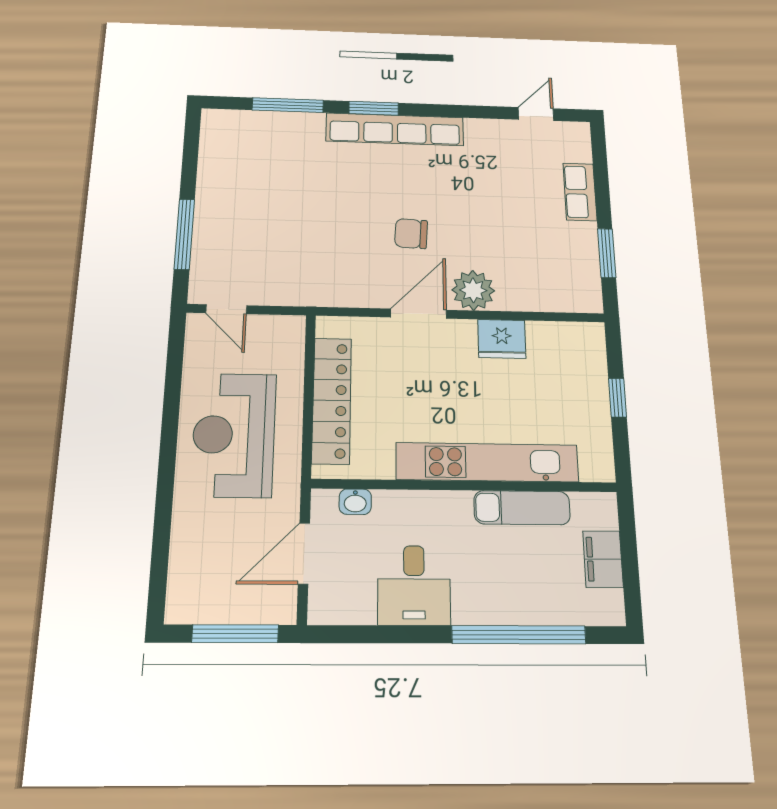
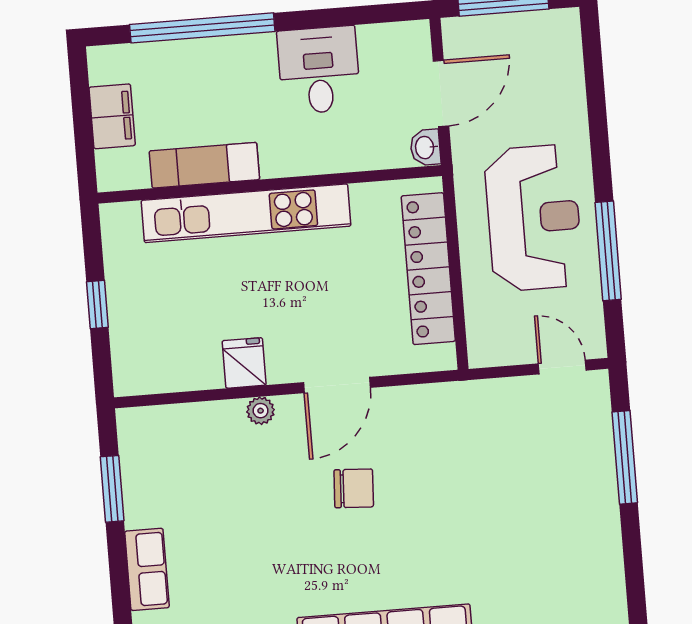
plant: (473, 290) -> (261, 411), width x0.53, depth x0.53
fridge: (502, 339) -> (244, 363), width x0.72
window: (172, 400) -> (608, 251), added
washbasin: (355, 502) -> (425, 147), moved, turned -90

